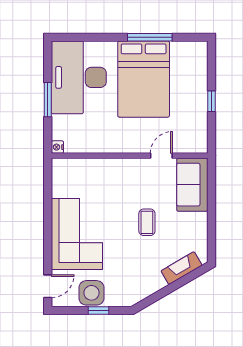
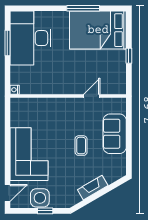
bed: (144, 79) -> (98, 30), moved, turned 90
window: (48, 100) -> (7, 43), moved
sofa: (192, 185) -> (115, 134), moved
fireplace: (181, 268) -> (93, 188), moved

